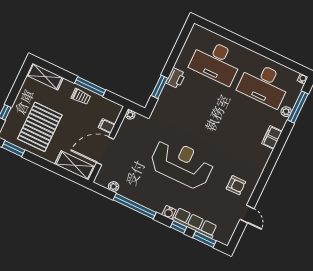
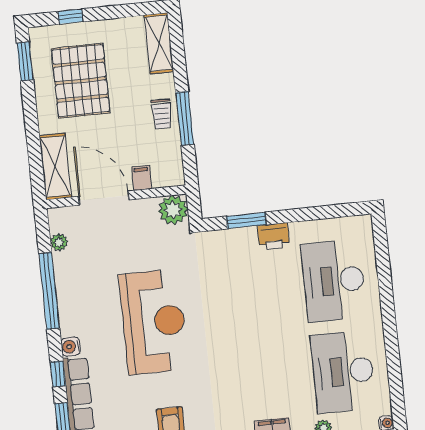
plant: (130, 115) -> (173, 210), width x1.88, depth x1.88
pallet: (40, 127) -> (81, 81), turned 90

